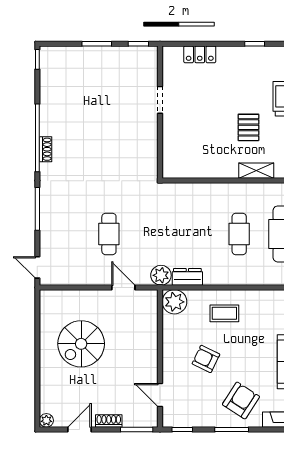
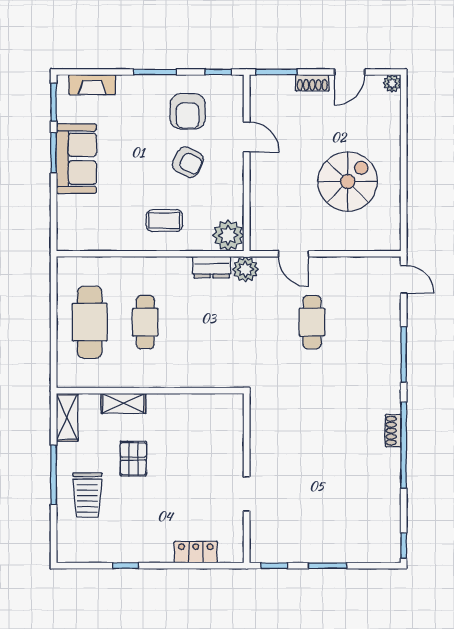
door: (160, 395) -> (247, 137), moved
armchair: (241, 400) -> (188, 111), moved, turned -33

